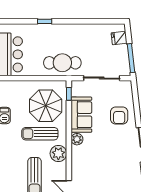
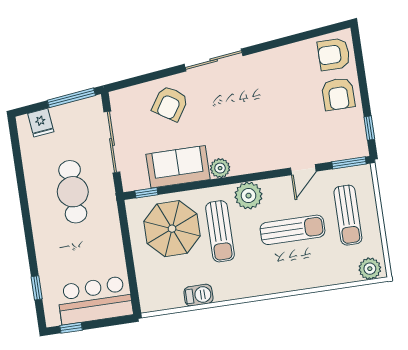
window: (45, 21) -> (37, 288), moved
cafe table: (62, 63) -> (73, 192), moved
armchair: (119, 115) -> (170, 104), turned 123

